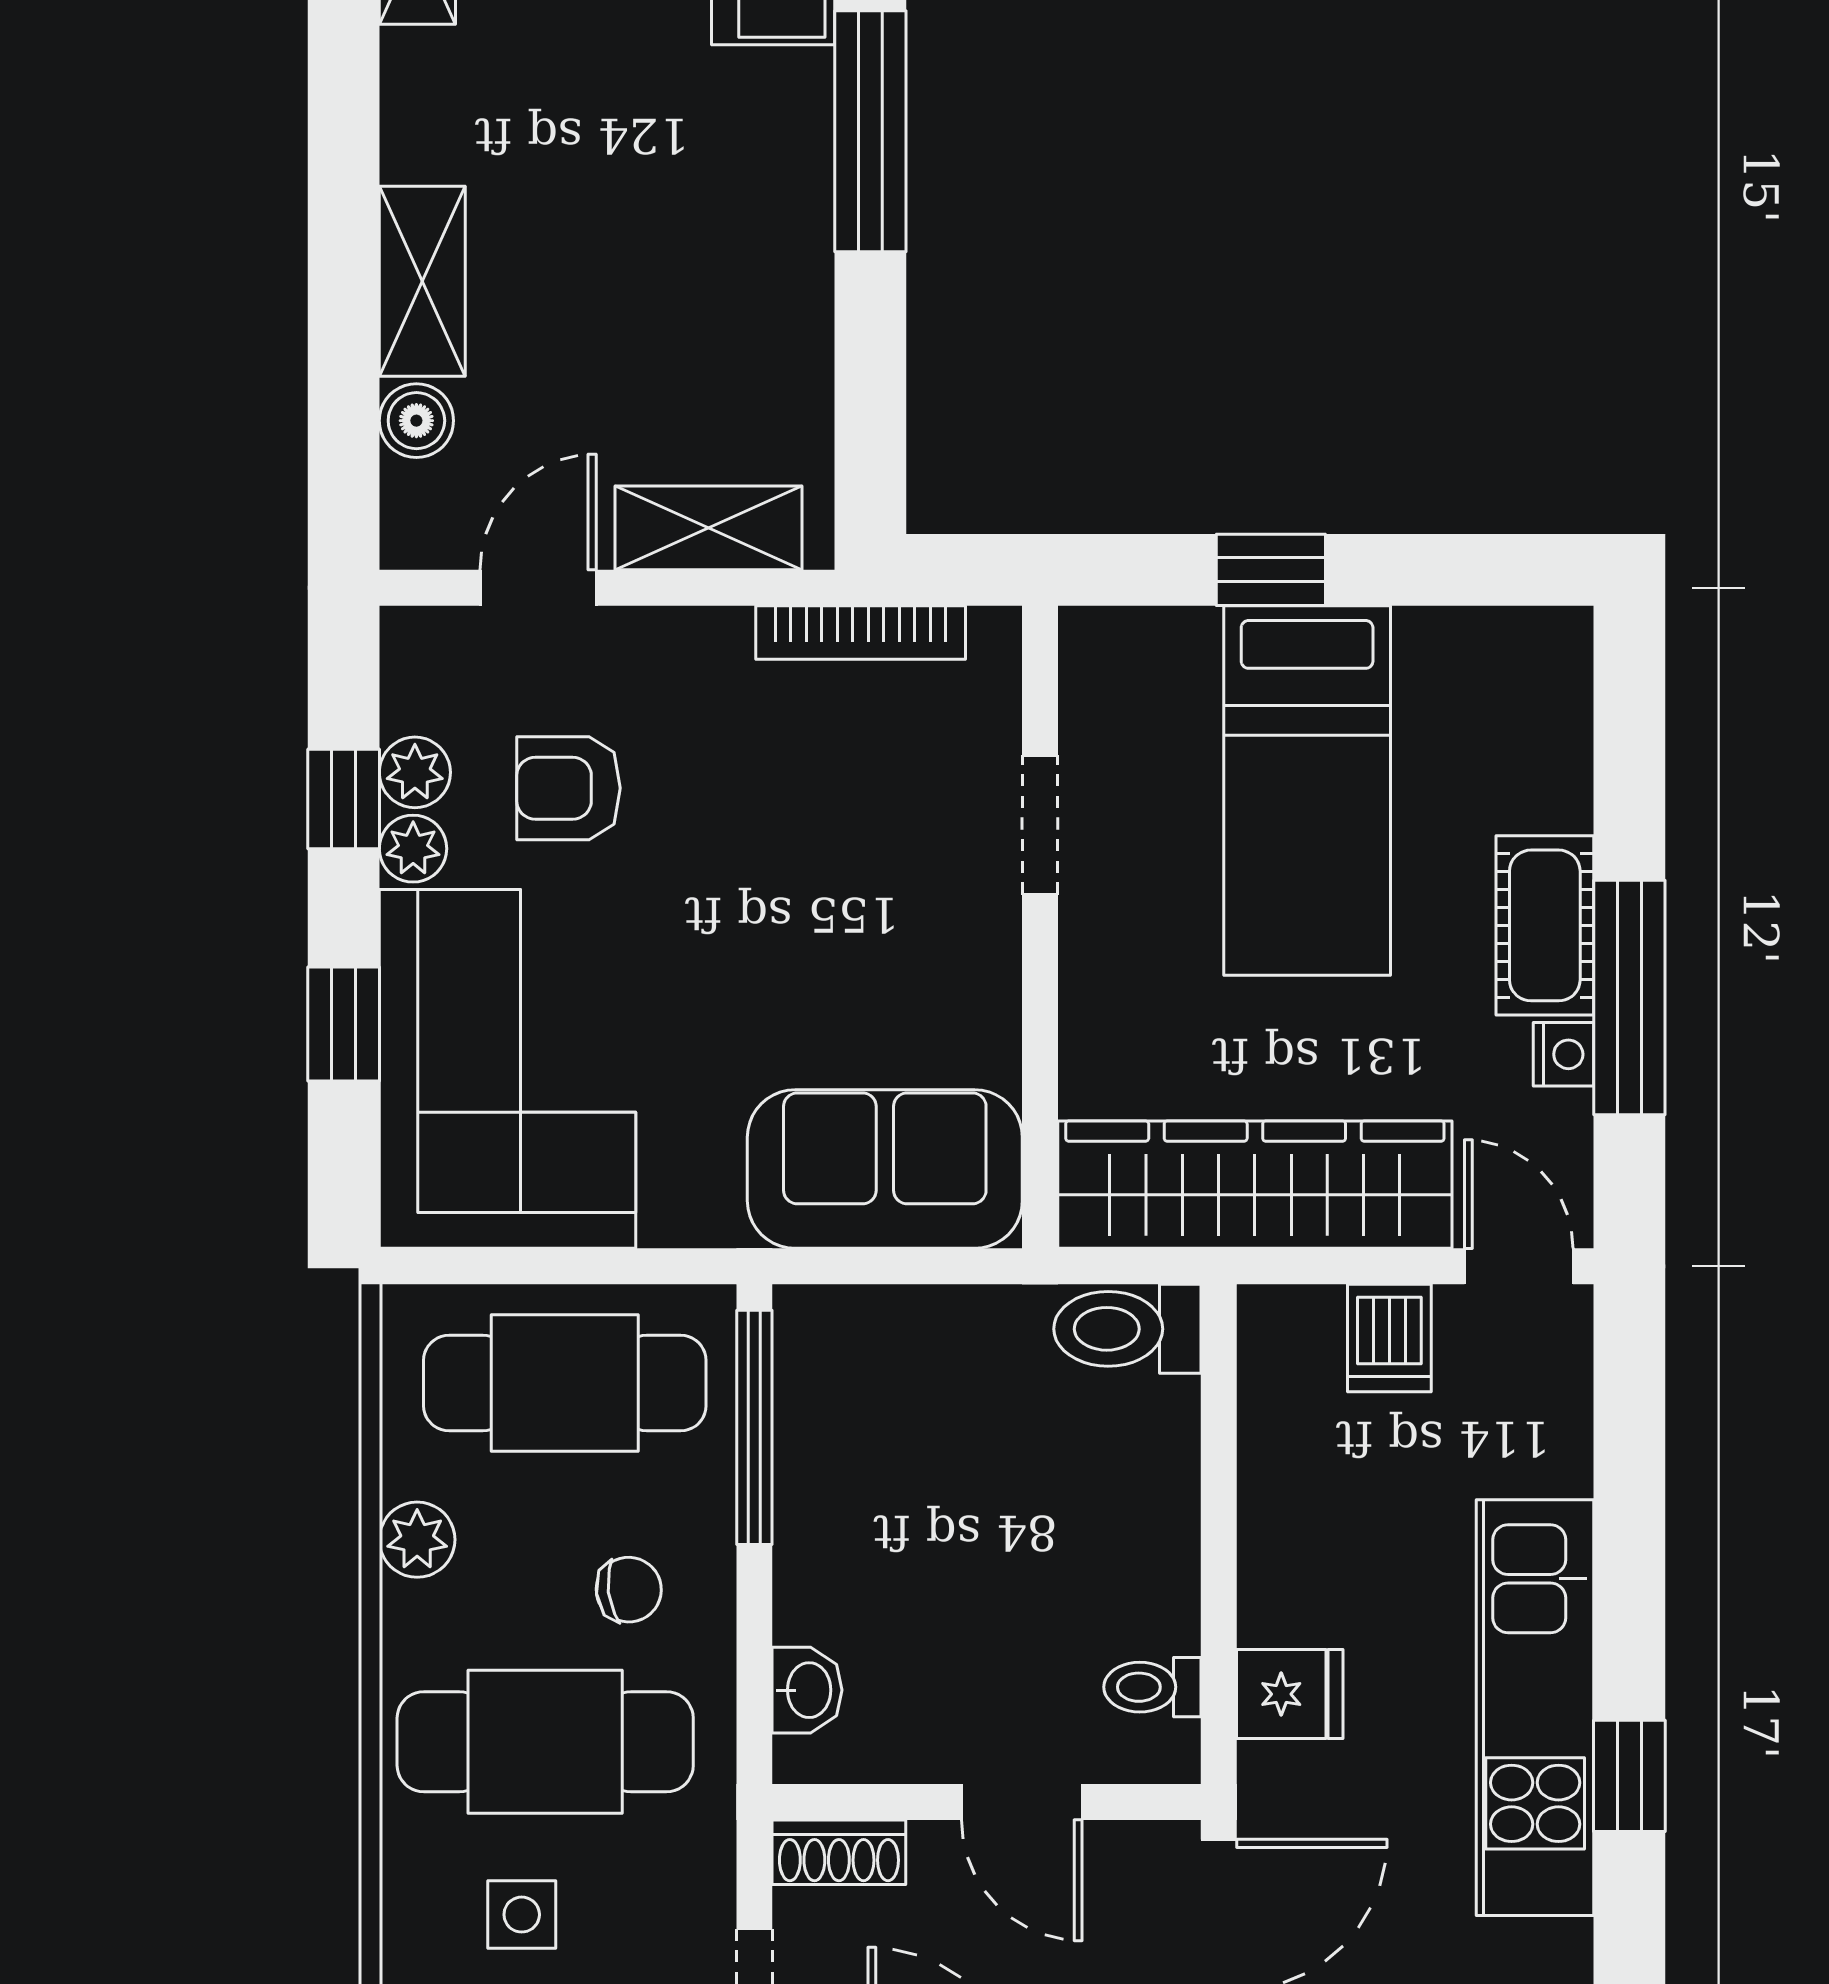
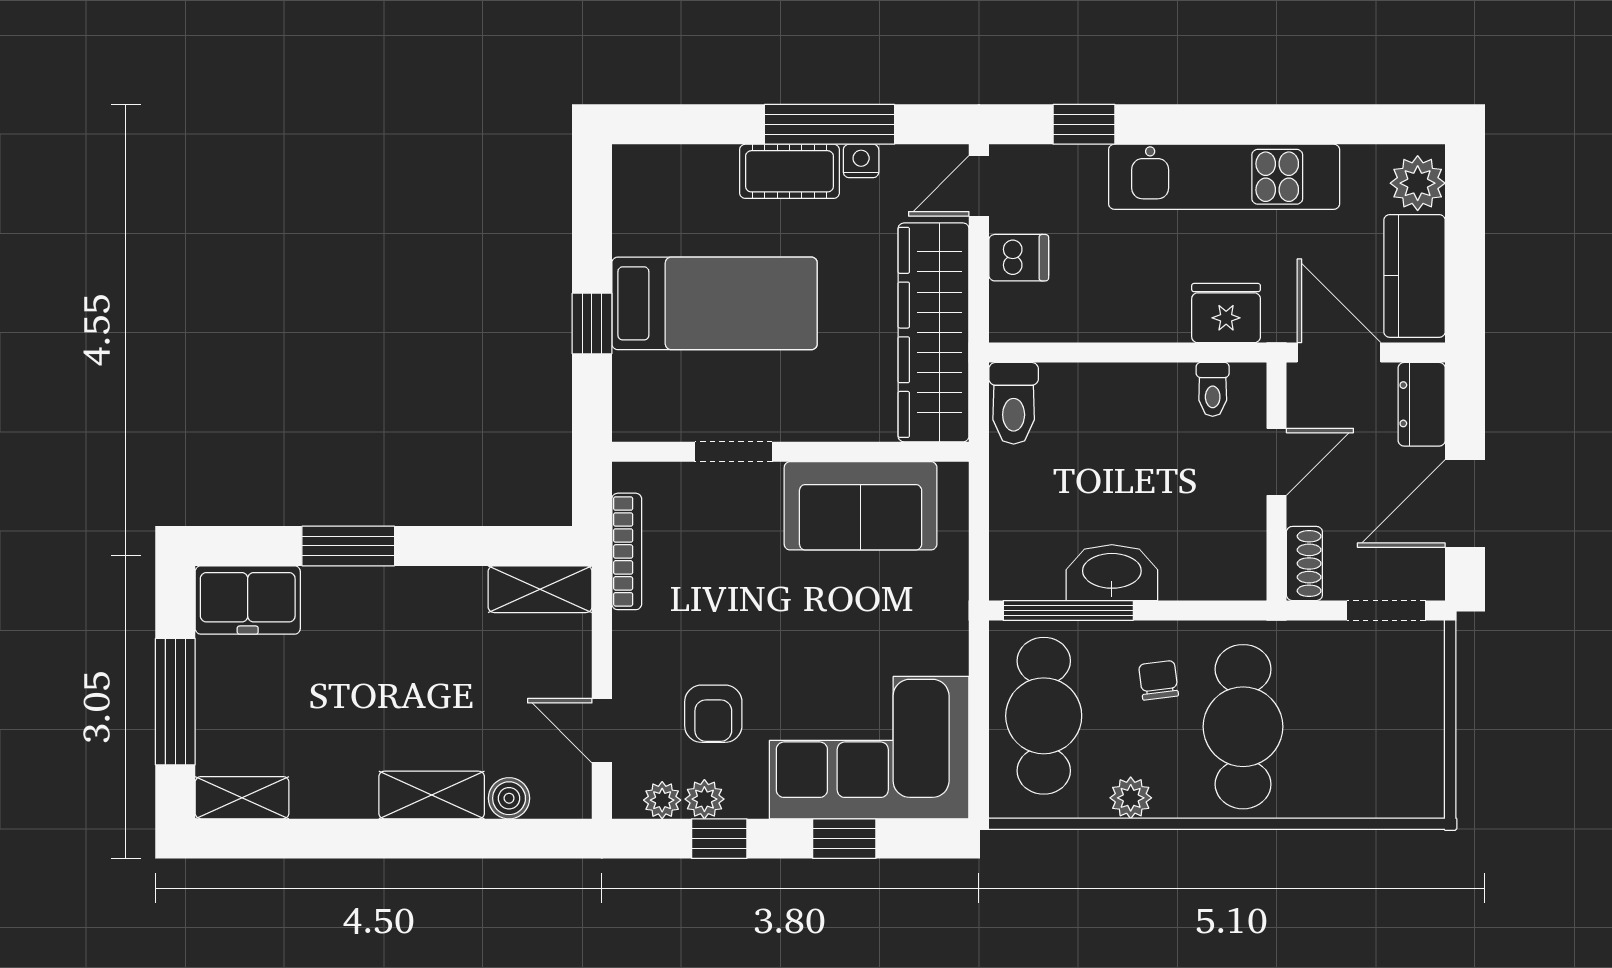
window: (870, 131) -> (348, 546), width x0.69
shelving: (709, 528) -> (540, 589), moved, turned 90
plant: (413, 849) -> (662, 800), moved
sofa: (885, 1169) -> (861, 506), moved, turned -90
washbasin: (807, 1690) -> (1112, 573), moved, width x1.91, depth x1.45
fridge: (1290, 1694) -> (1226, 313), width x1.38
window: (1629, 1776) -> (1084, 124), moved
side table: (522, 1915) -> (1339, 740), removed

